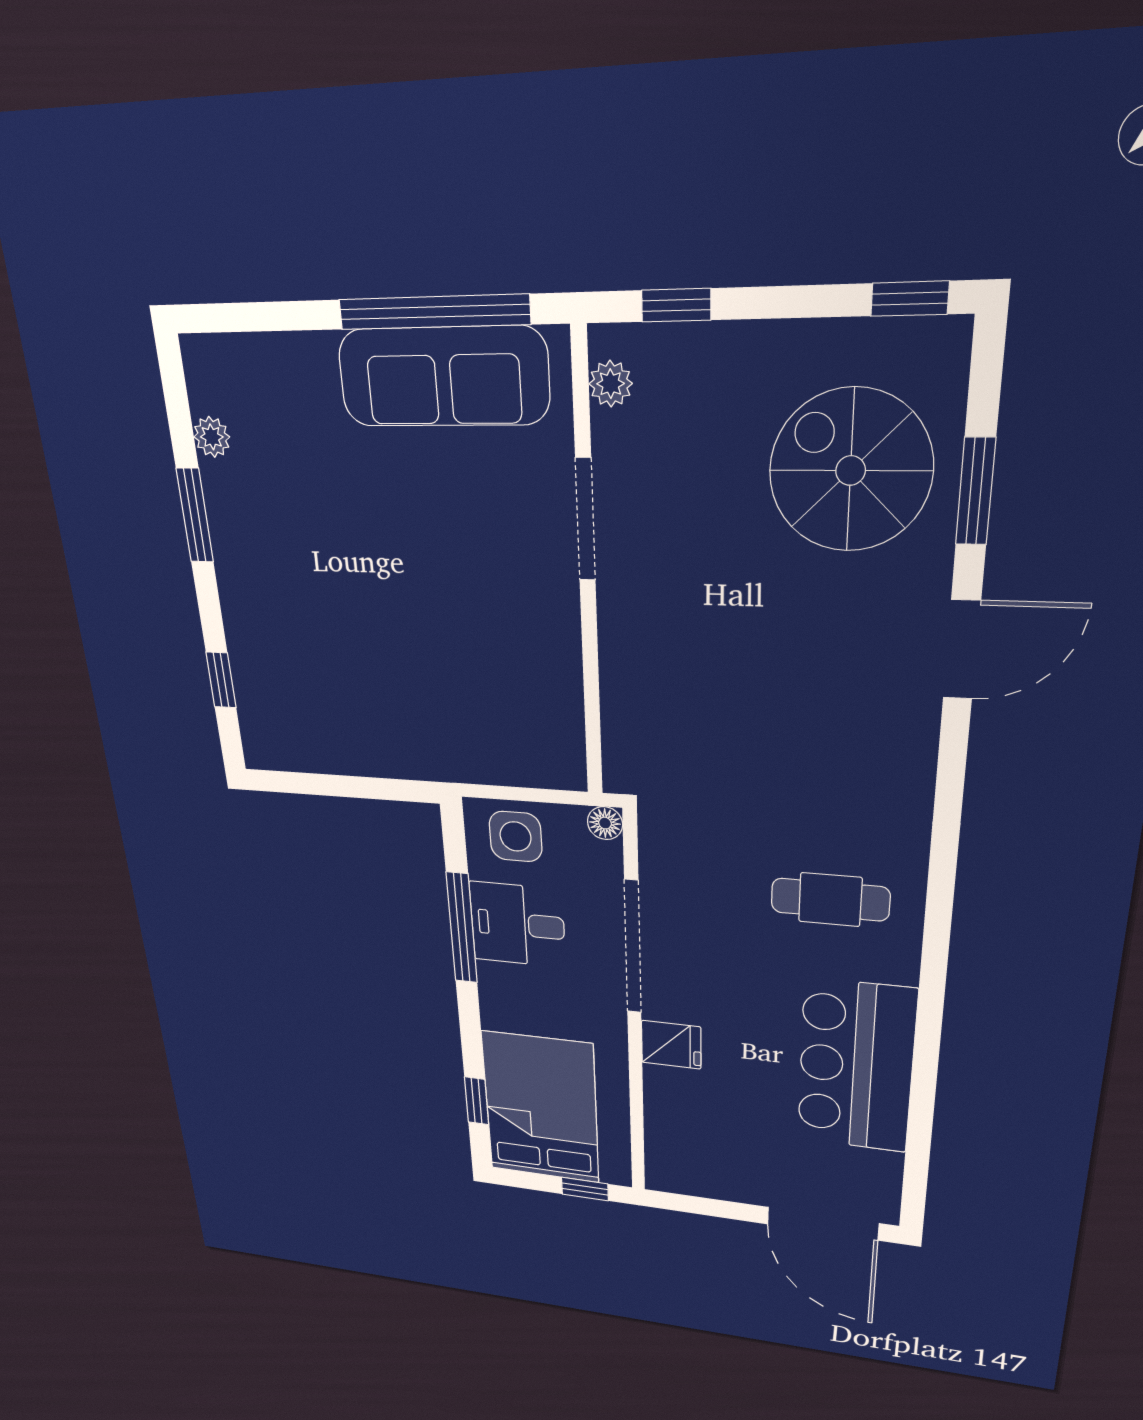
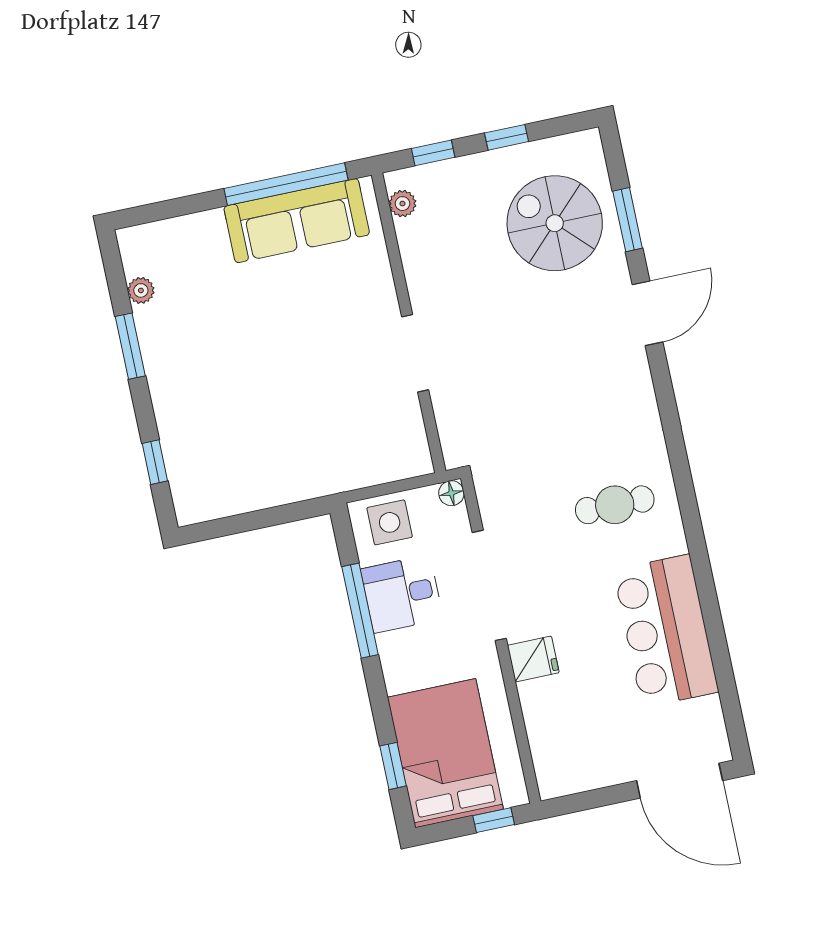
window: (910, 299) -> (506, 137), moved
doorway: (585, 520) -> (415, 353), moved

